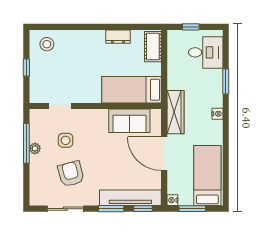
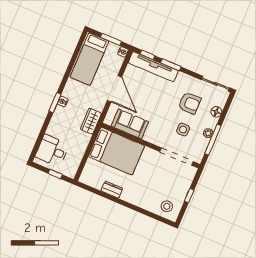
cot: (153, 47) -> (89, 171), removed
window: (226, 81) -> (55, 103), moved
bed: (132, 90) -> (116, 151), width x1.50
doorway: (60, 106) -> (177, 157), width x1.88
wardrobe: (175, 112) -> (91, 121), width x0.67
armchair: (71, 174) -> (190, 103), turned -75
floor lamp: (36, 177) -> (216, 112), added
sliding door: (65, 209) -> (215, 84), moved

